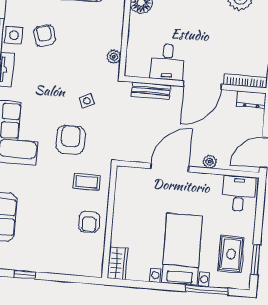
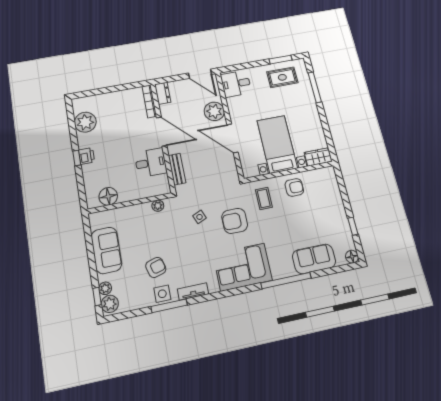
armchair: (45, 36) -> (156, 267), turned 180
plant: (210, 162) -> (214, 111), width x1.88, depth x1.88
bed with nightstands: (182, 249) -> (277, 144), moved, turned 90

